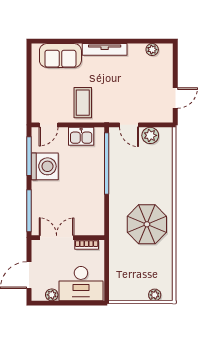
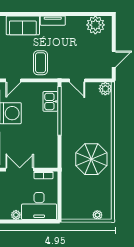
tv unit: (105, 49) -> (53, 21), width x0.71
plant: (152, 50) -> (95, 25), width x1.87, depth x1.87
plant: (150, 135) -> (105, 89), moved
kitchen sink: (81, 136) -> (50, 101), moved, turned 90

